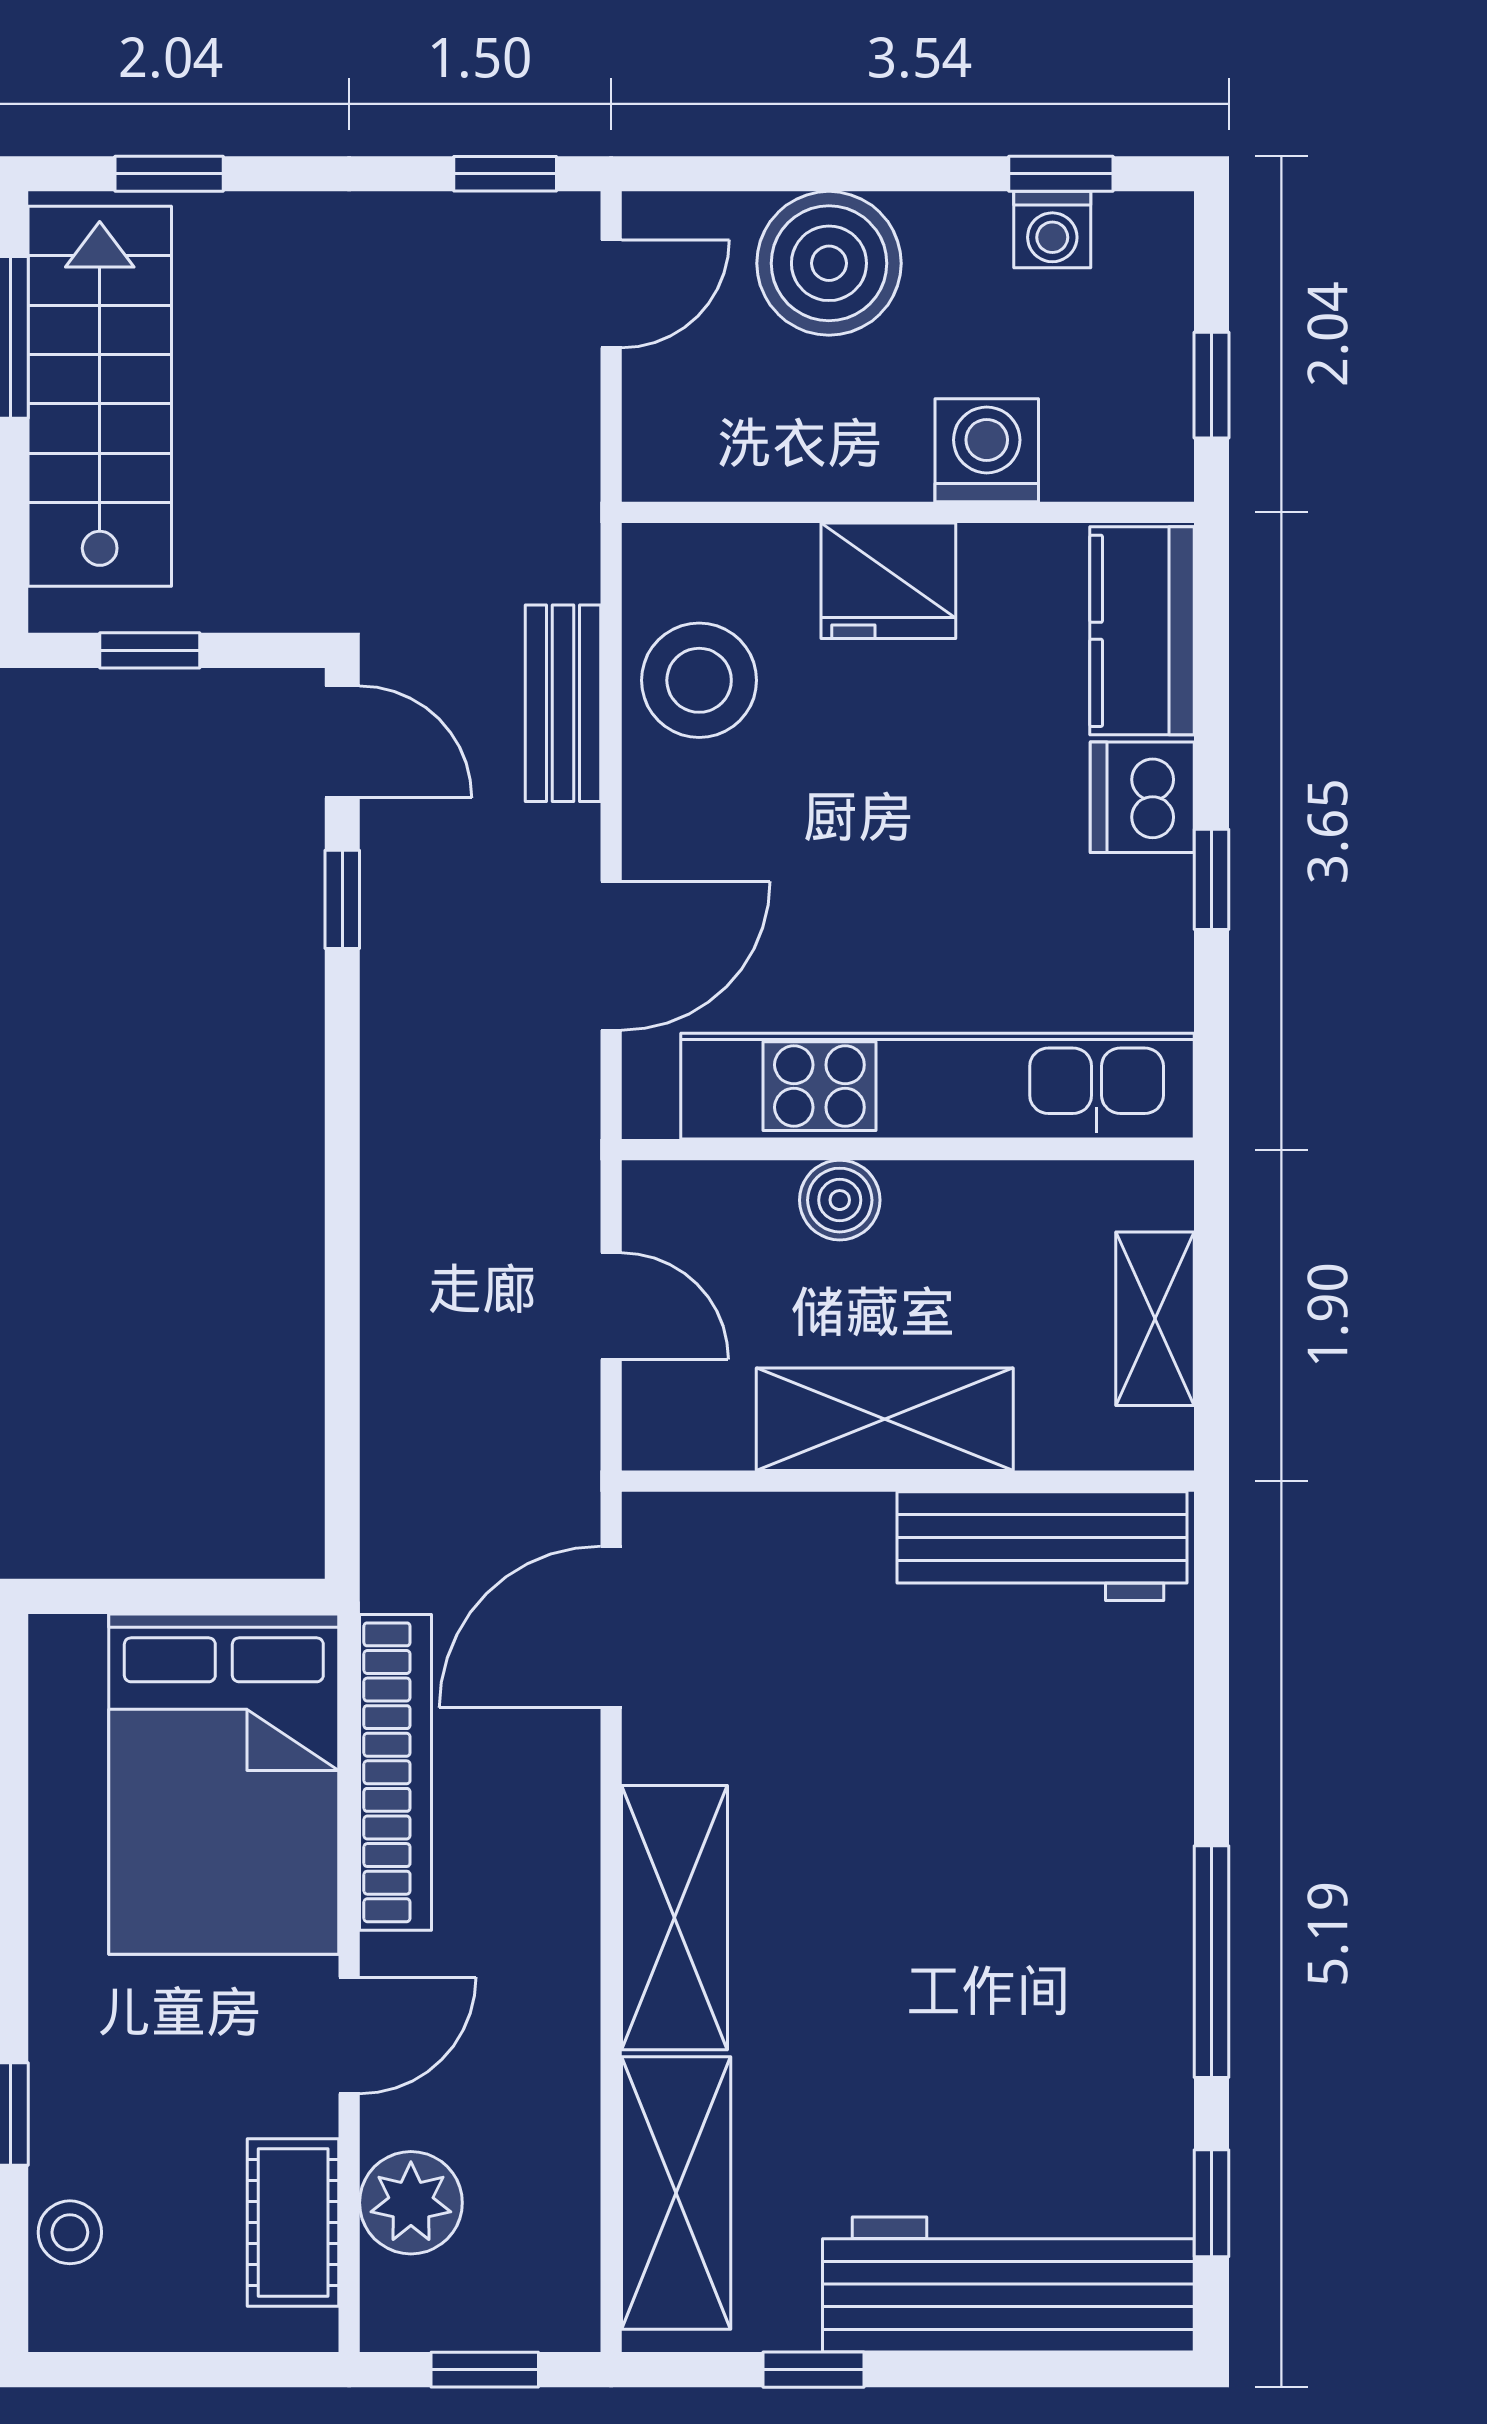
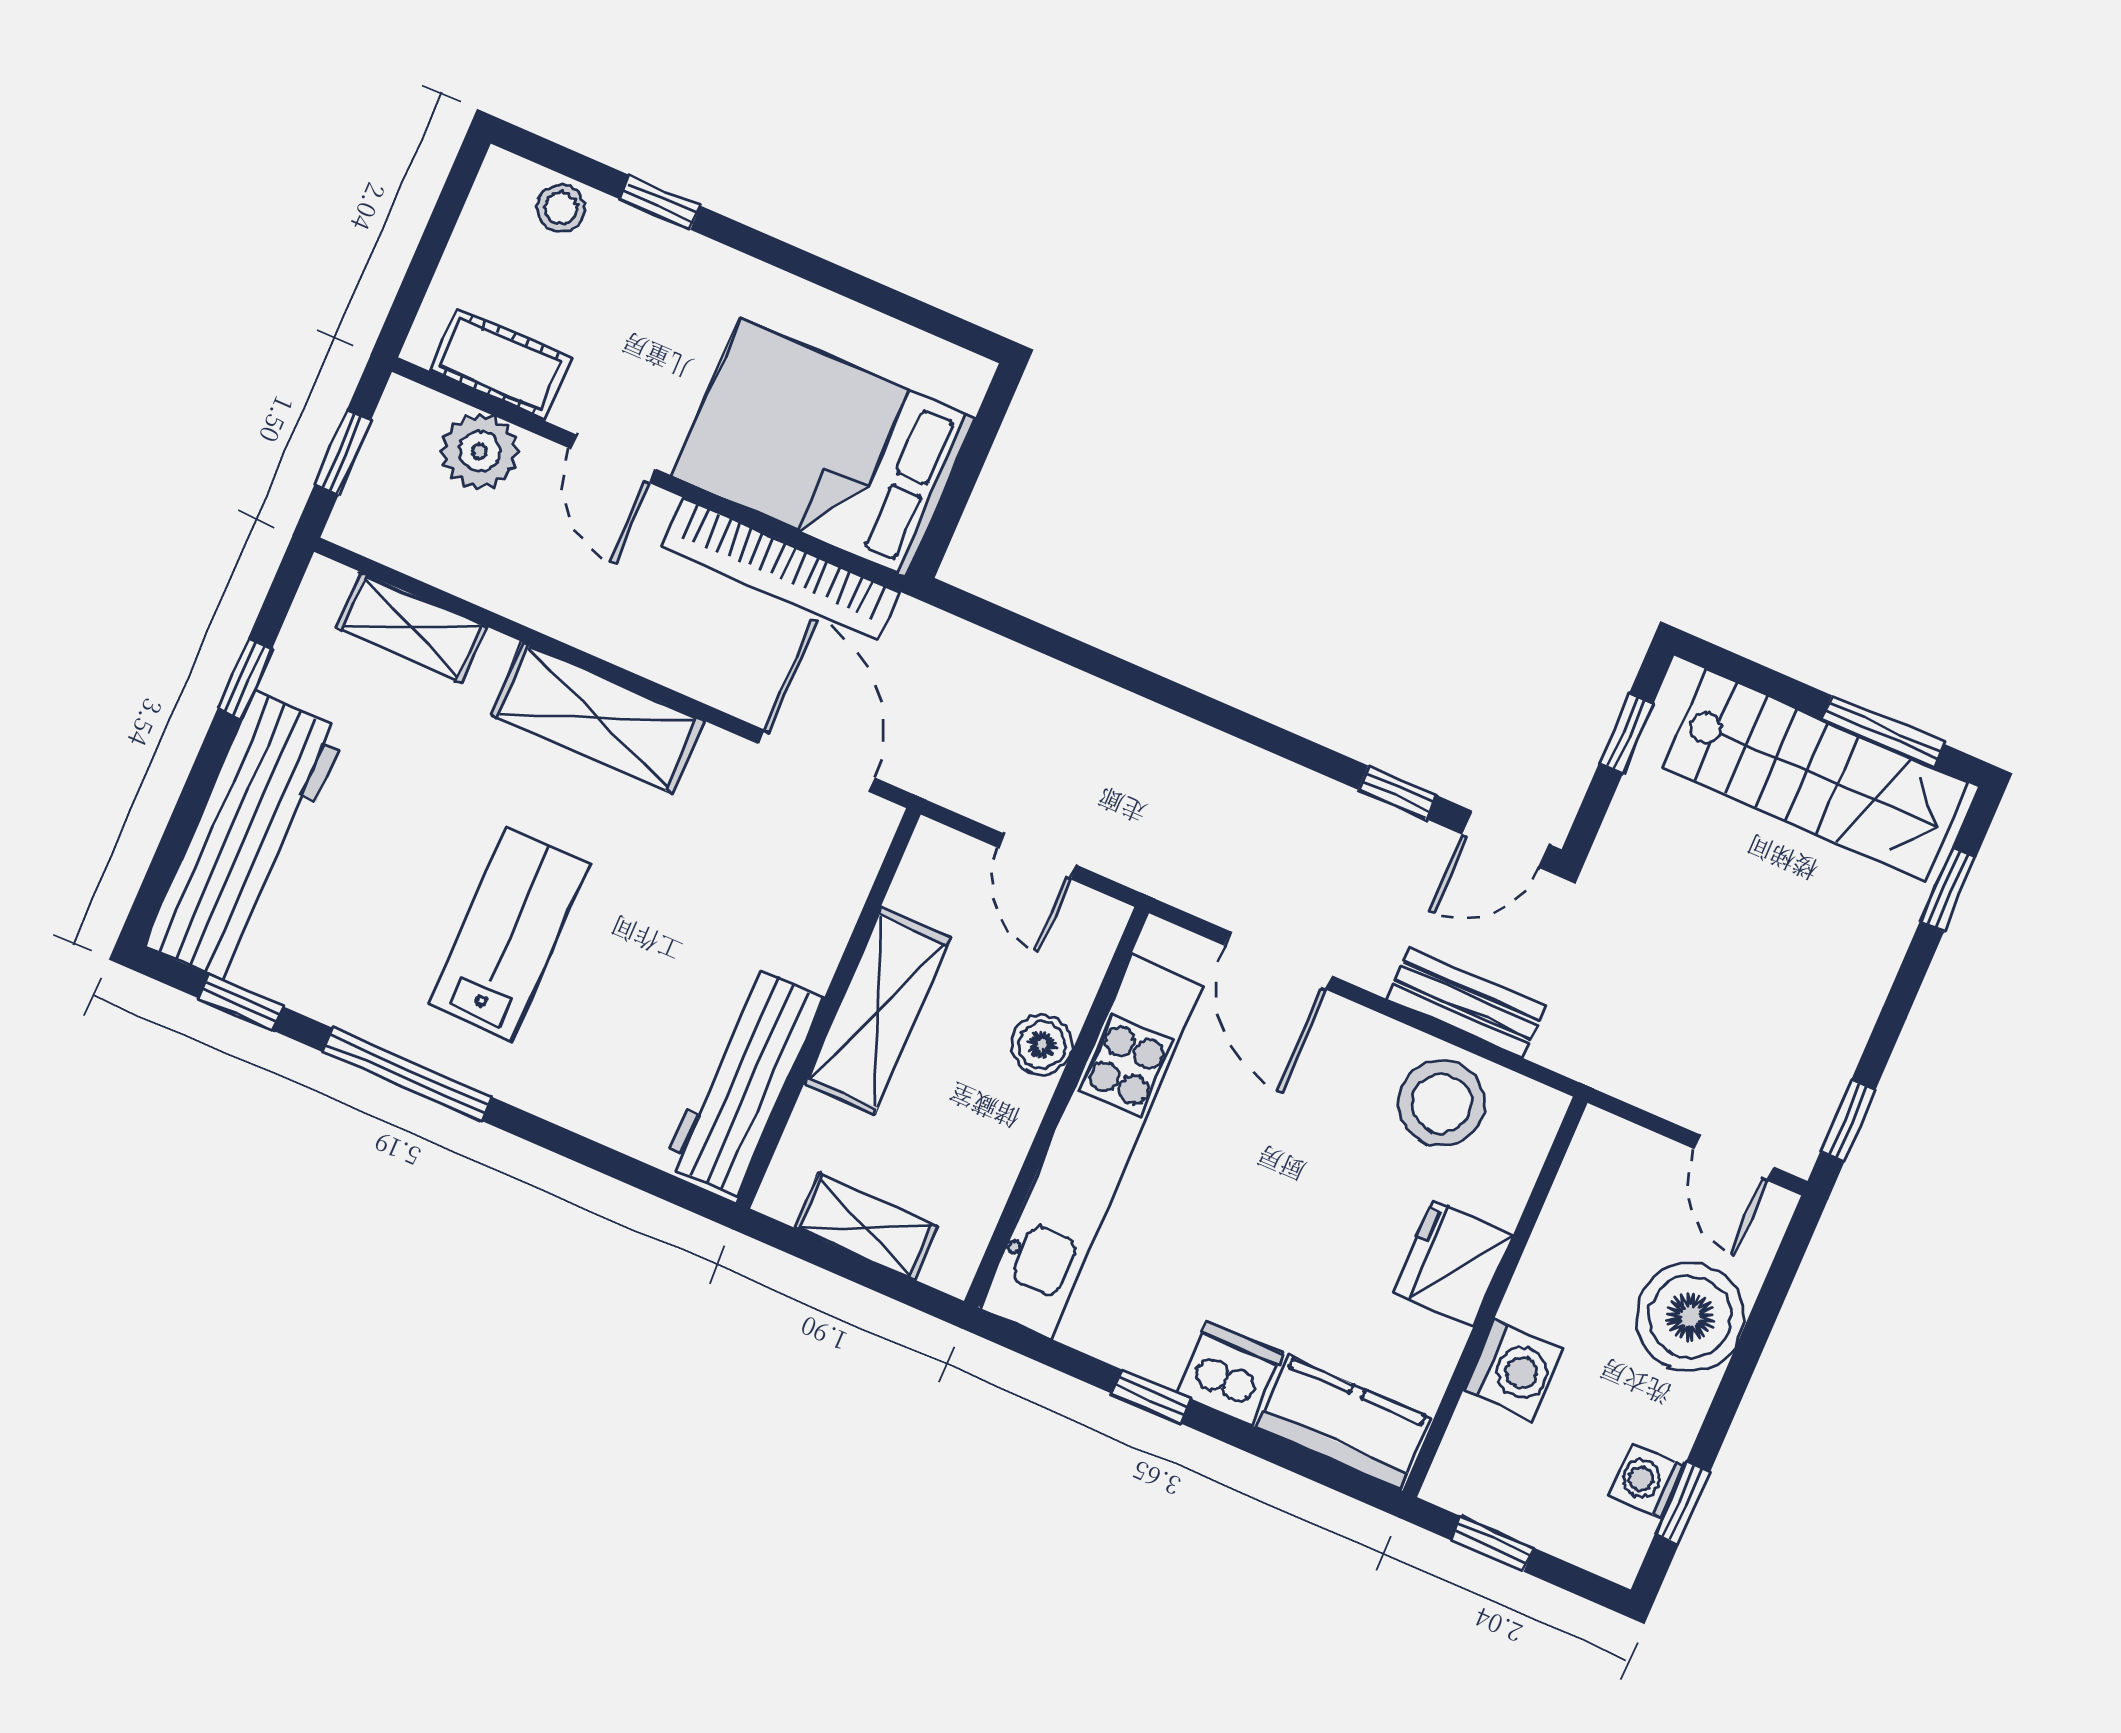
door: (611, 1306) -> (1037, 856), hinge flipped
lab bench: (986, 1910) -> (510, 935), added
shelving: (676, 2193) -> (411, 627), width x0.67, depth x0.75

